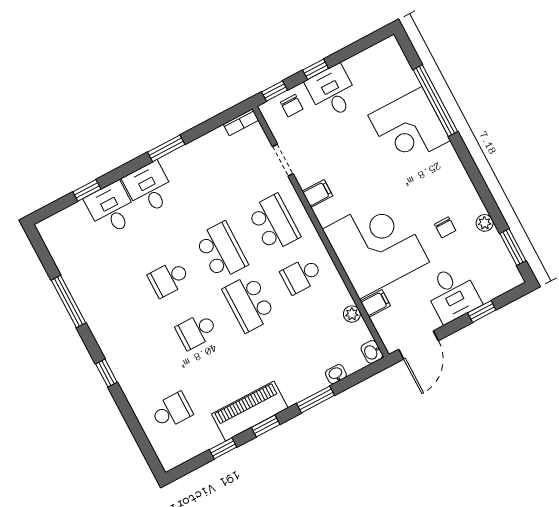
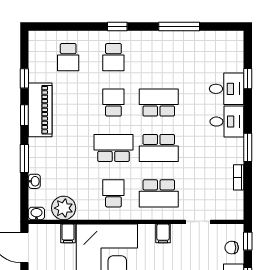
bookcase: (241, 122) -> (239, 177), moved
school desk: (169, 279) -> (159, 103), width x1.85
plant: (352, 314) -> (64, 208), width x1.88, depth x1.88
school desk: (144, 359) -> (113, 57), added

